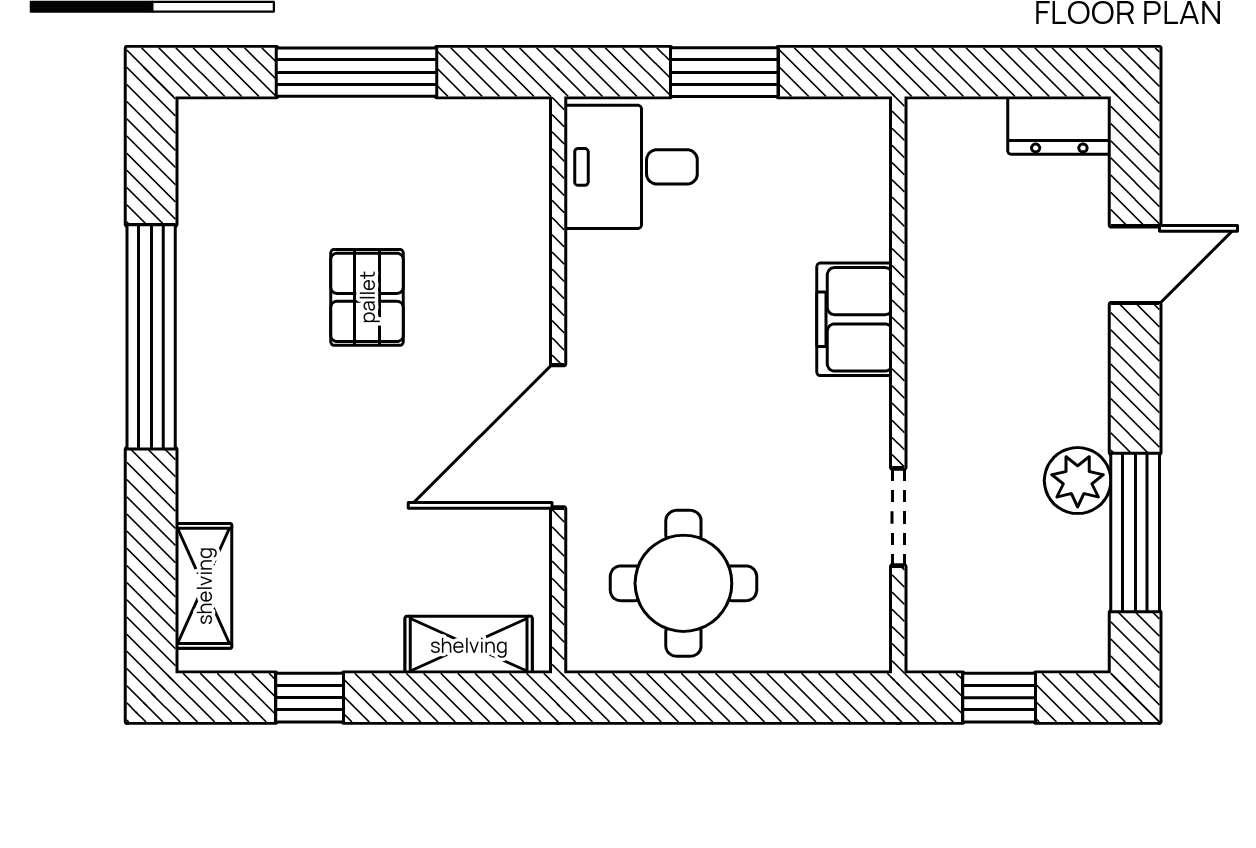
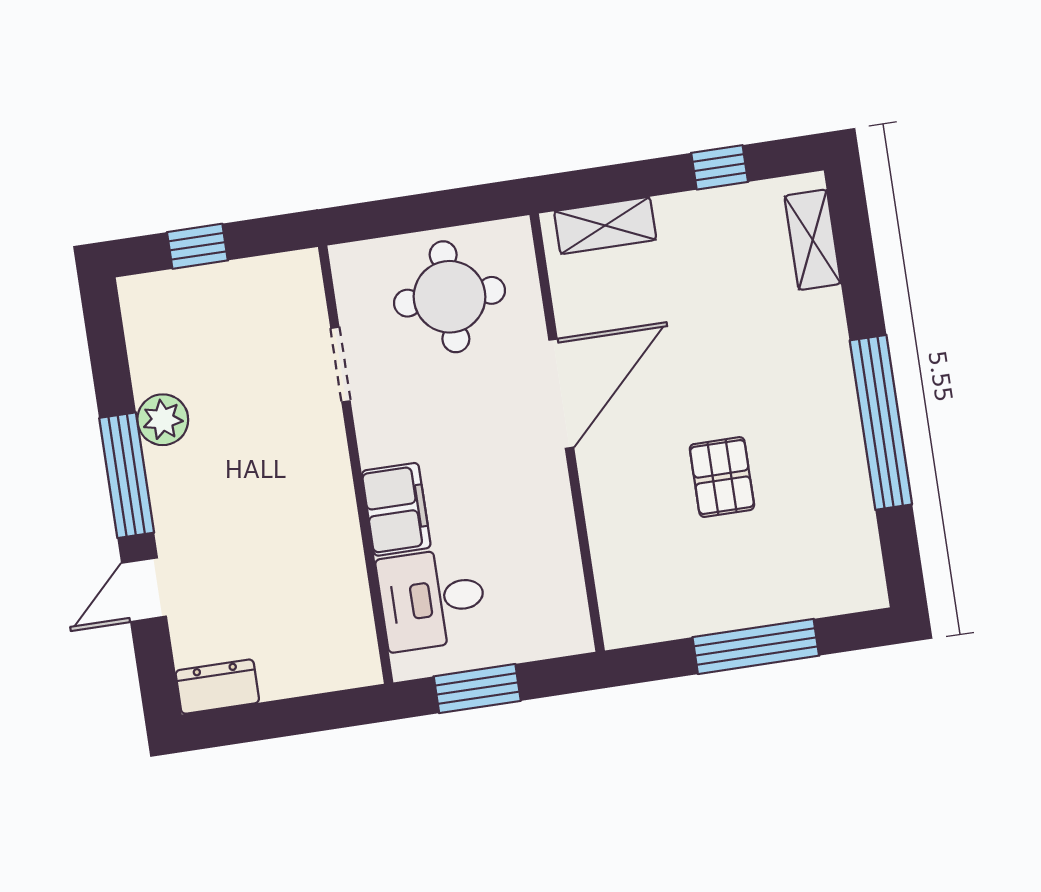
desk: (631, 167) -> (432, 599), moved, turned 180
filing cabinet: (855, 319) -> (396, 509), moved
wall: (898, 385) -> (356, 465), moved
doorway: (898, 517) -> (340, 365), moved
window: (1135, 532) -> (127, 475), moved

